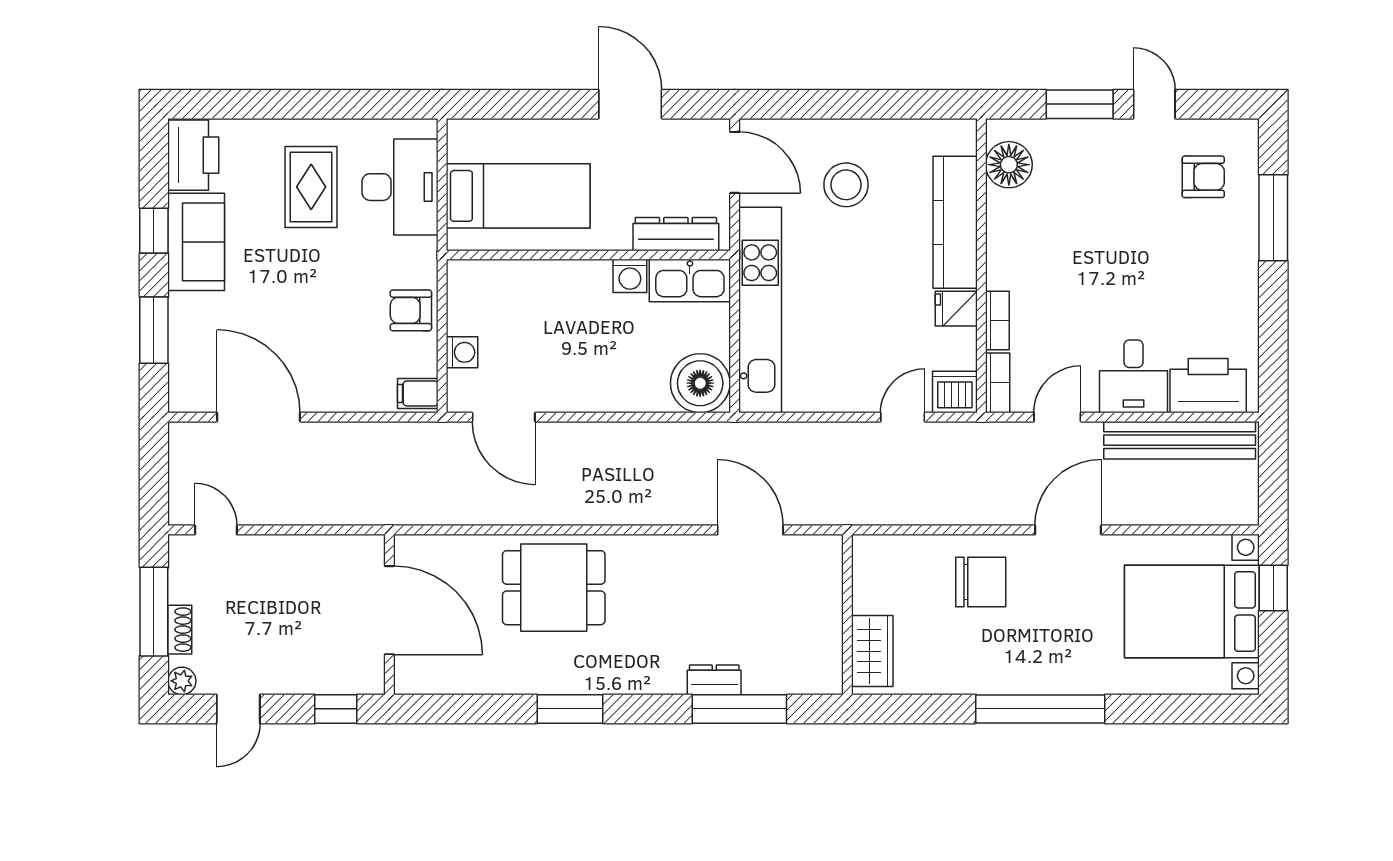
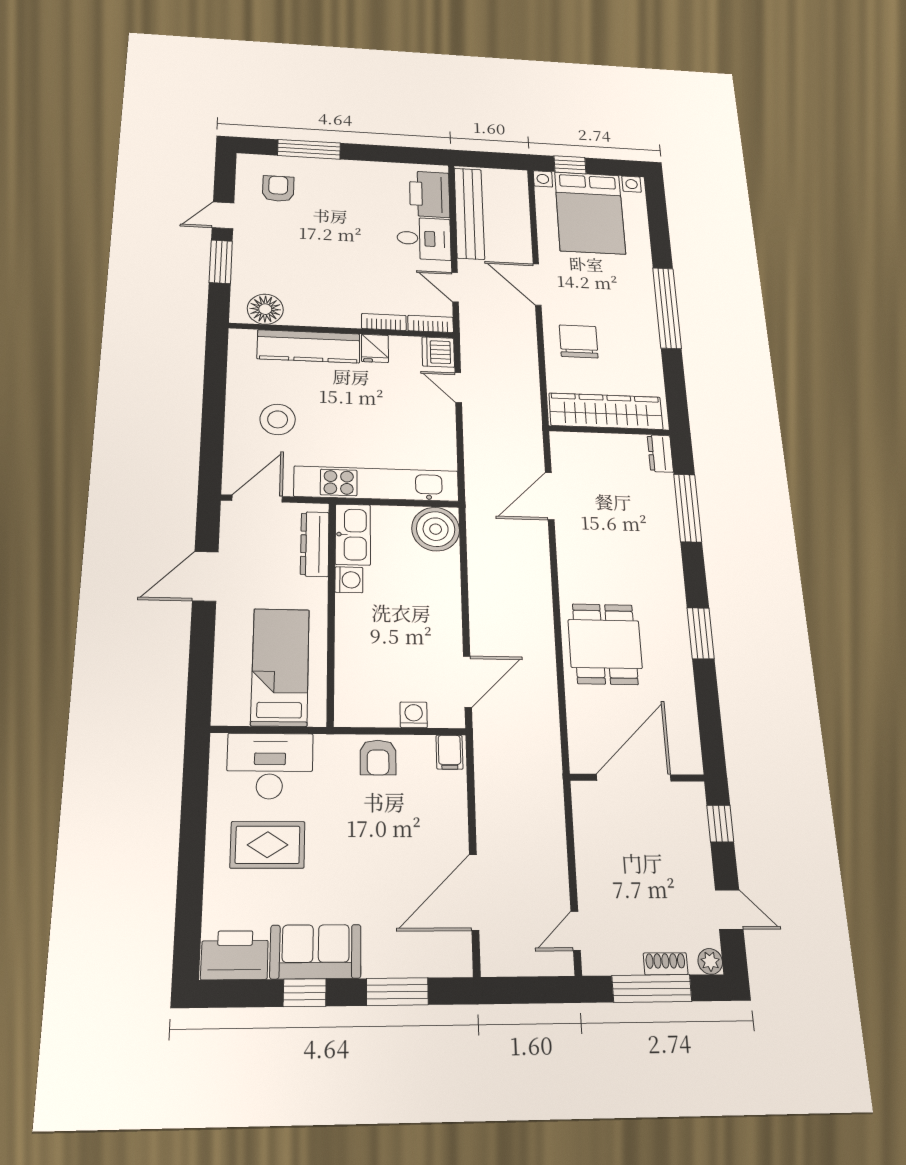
wardrobe: (872, 651) -> (606, 411), width x2.10, depth x1.17
dresser: (714, 680) -> (660, 453), moved

